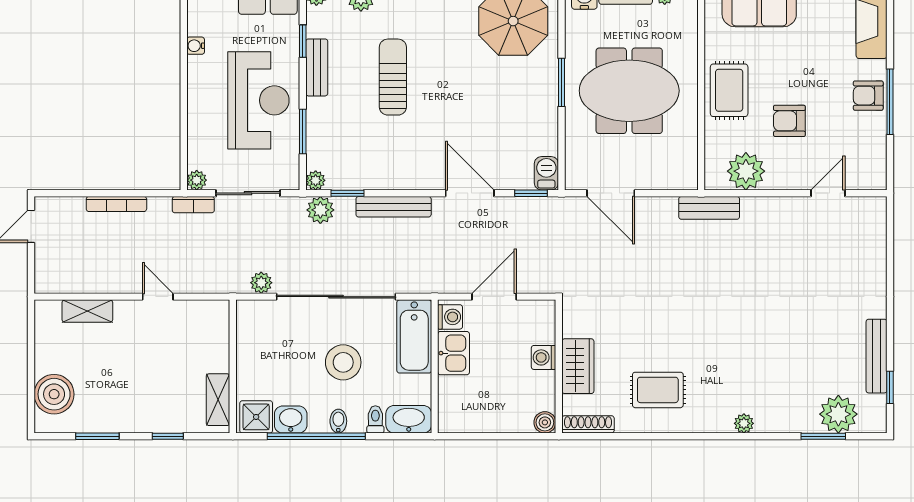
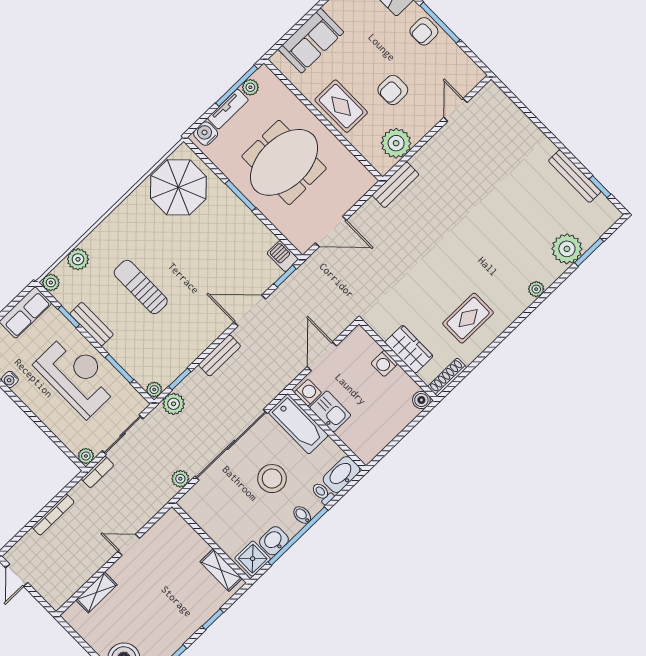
bench: (394, 207) -> (220, 355), width x0.73
plant: (838, 414) -> (567, 249), moved

